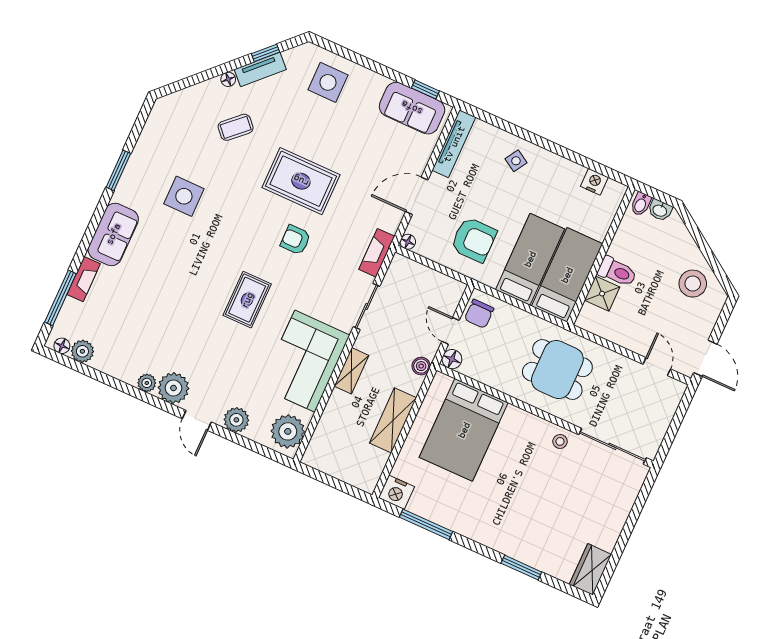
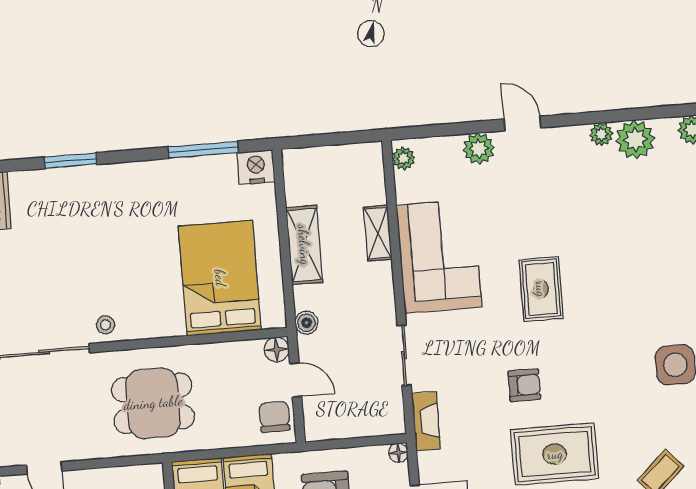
shelving: (351, 371) -> (378, 233), moved
plant: (173, 388) -> (635, 140), moved
plant: (288, 431) -> (404, 158), width x0.53, depth x0.53

